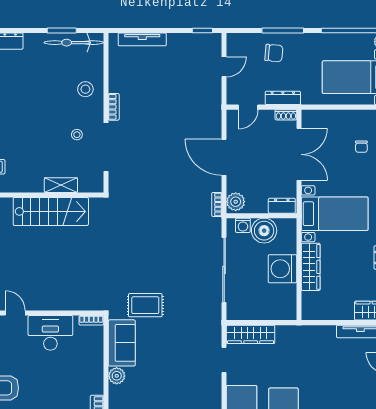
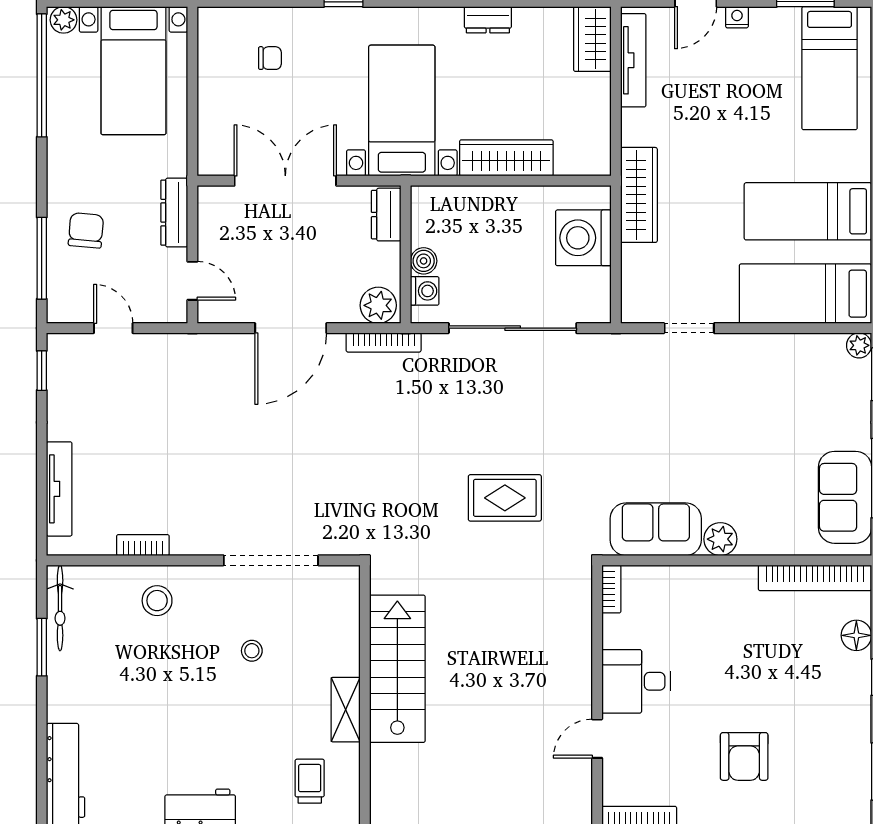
window: (283, 31) -> (42, 258), moved
bicycle: (74, 43) -> (60, 608), width x0.73, depth x0.71
bookcase: (114, 107) -> (143, 545), moved
shoe rack: (286, 115) -> (207, 207), removed
stool: (77, 135) -> (252, 651), moved
shelving: (61, 185) -> (346, 710), moved
bookcase: (217, 204) -> (384, 342), width x1.56
boiler: (264, 231) -> (424, 261), width x0.54, depth x0.54
washing machine: (283, 269) -> (583, 238), moved, turned 90
rug: (145, 305) -> (505, 498), moved, turned 90
desk: (50, 333) -> (636, 681), width x0.73
wardrobe: (251, 334) -> (639, 195), moved

